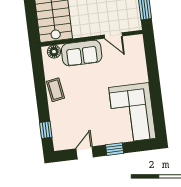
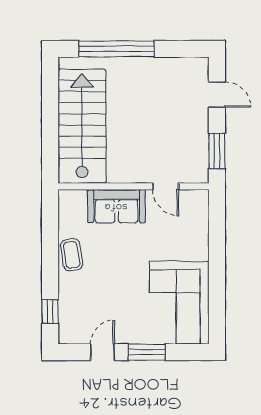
floor lamp: (54, 52) -> (76, 199), removed
window: (115, 149) -> (147, 352), width x1.50

